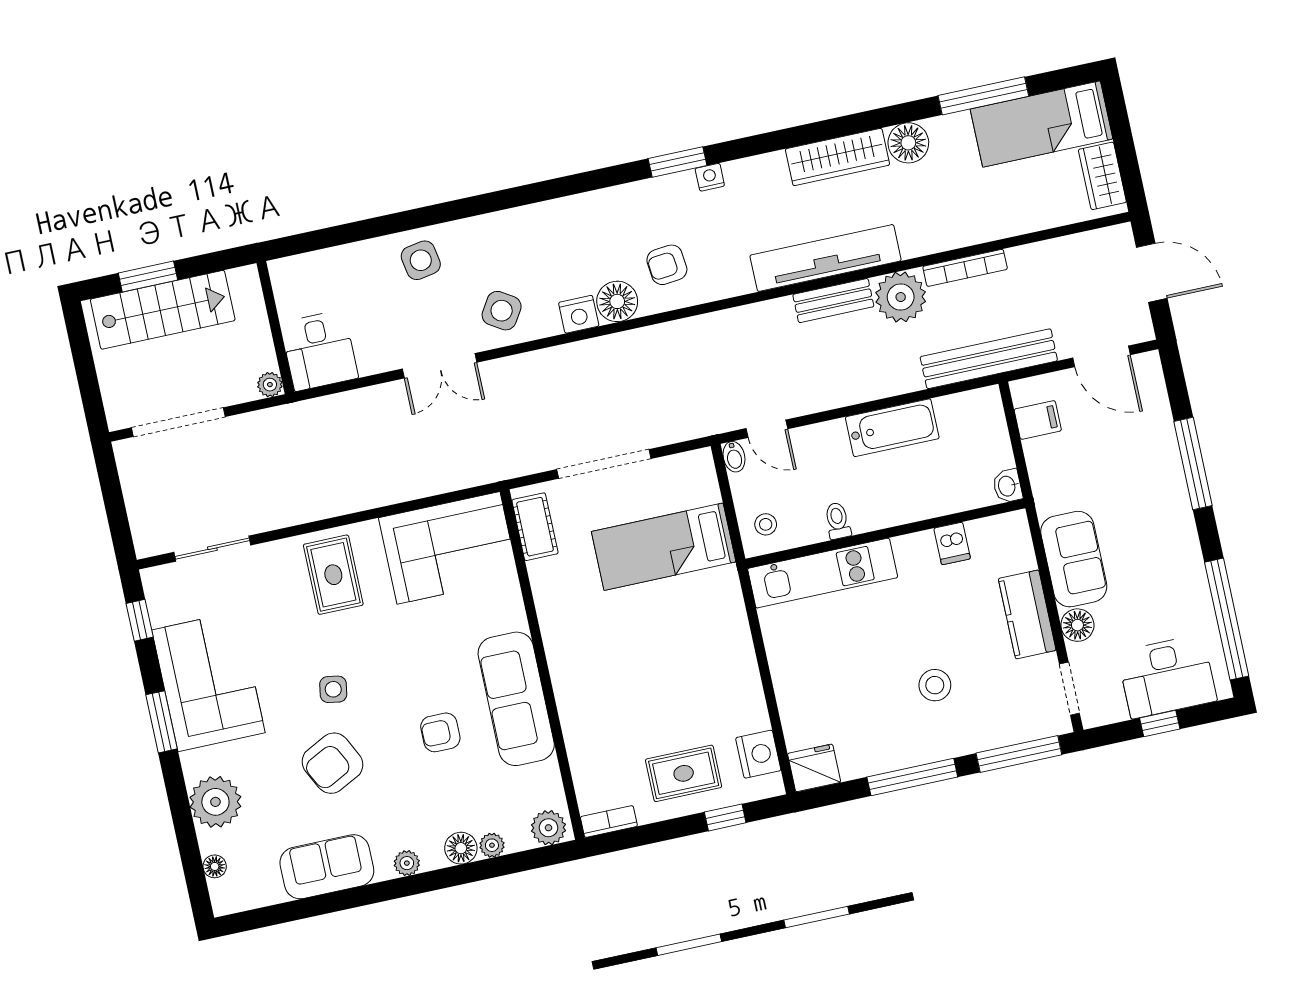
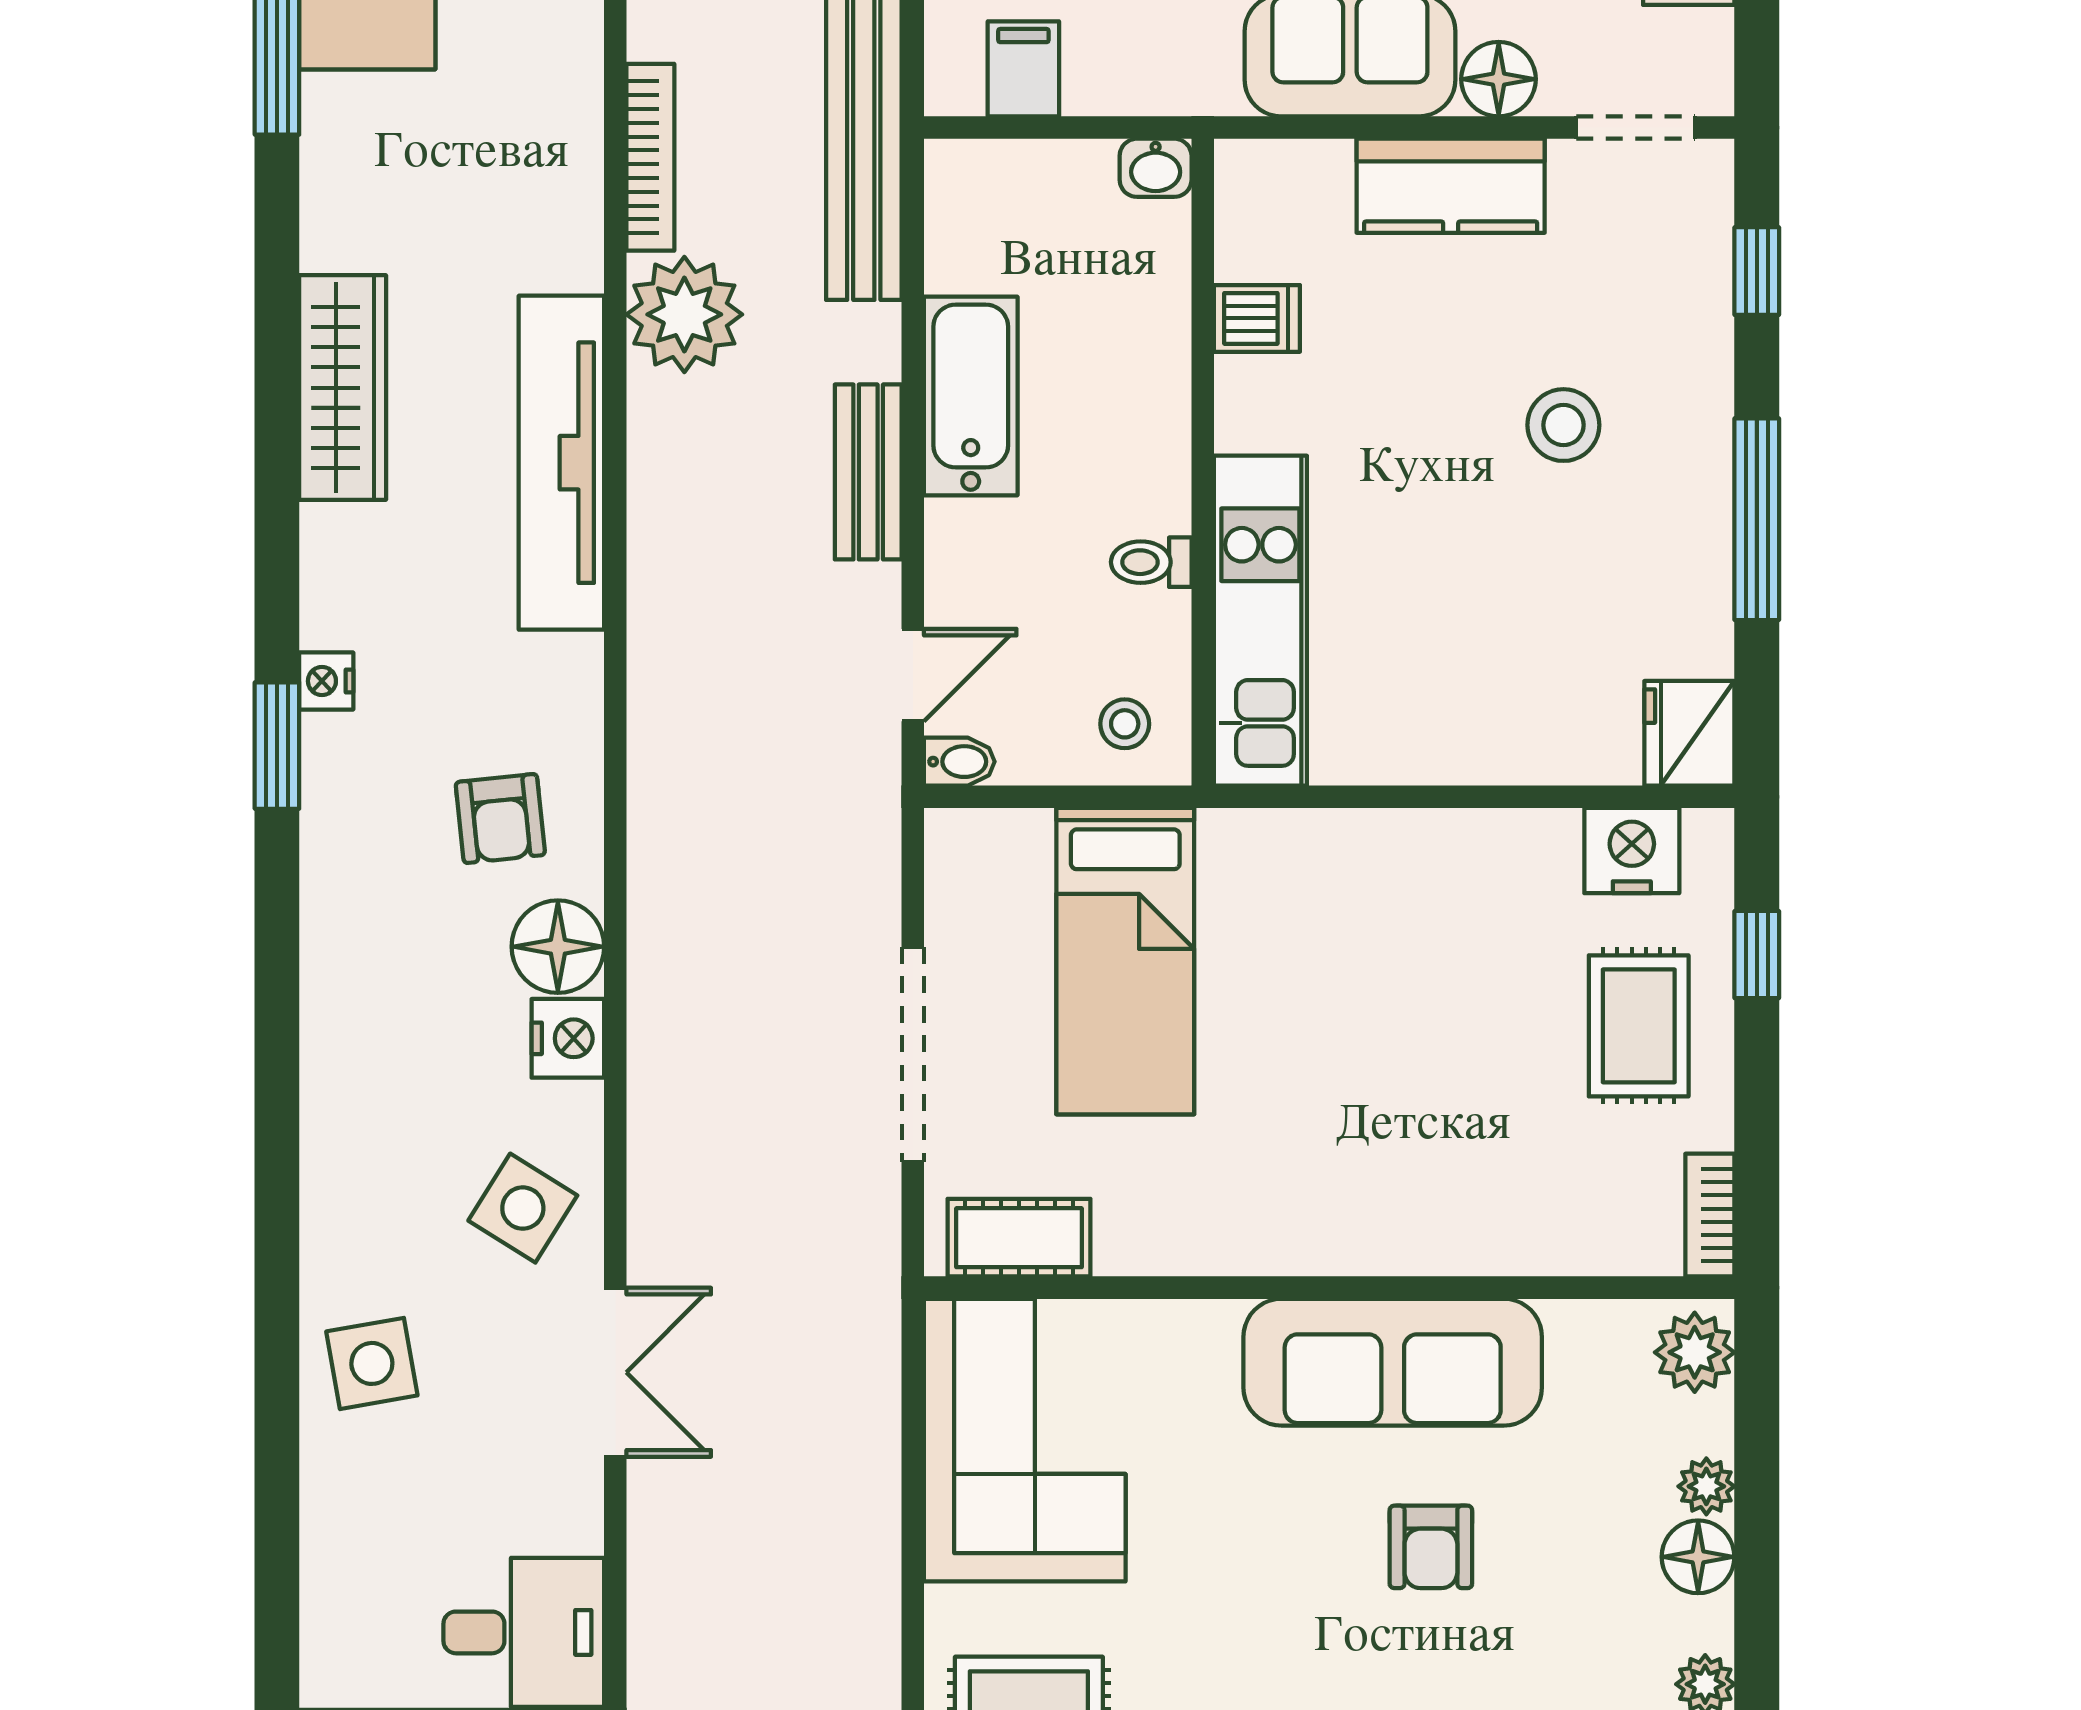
floor lamp: (908, 143) -> (345, 223), removed
bench: (833, 301) -> (868, 472), moved
window: (1019, 754) -> (1757, 271), width x0.46

